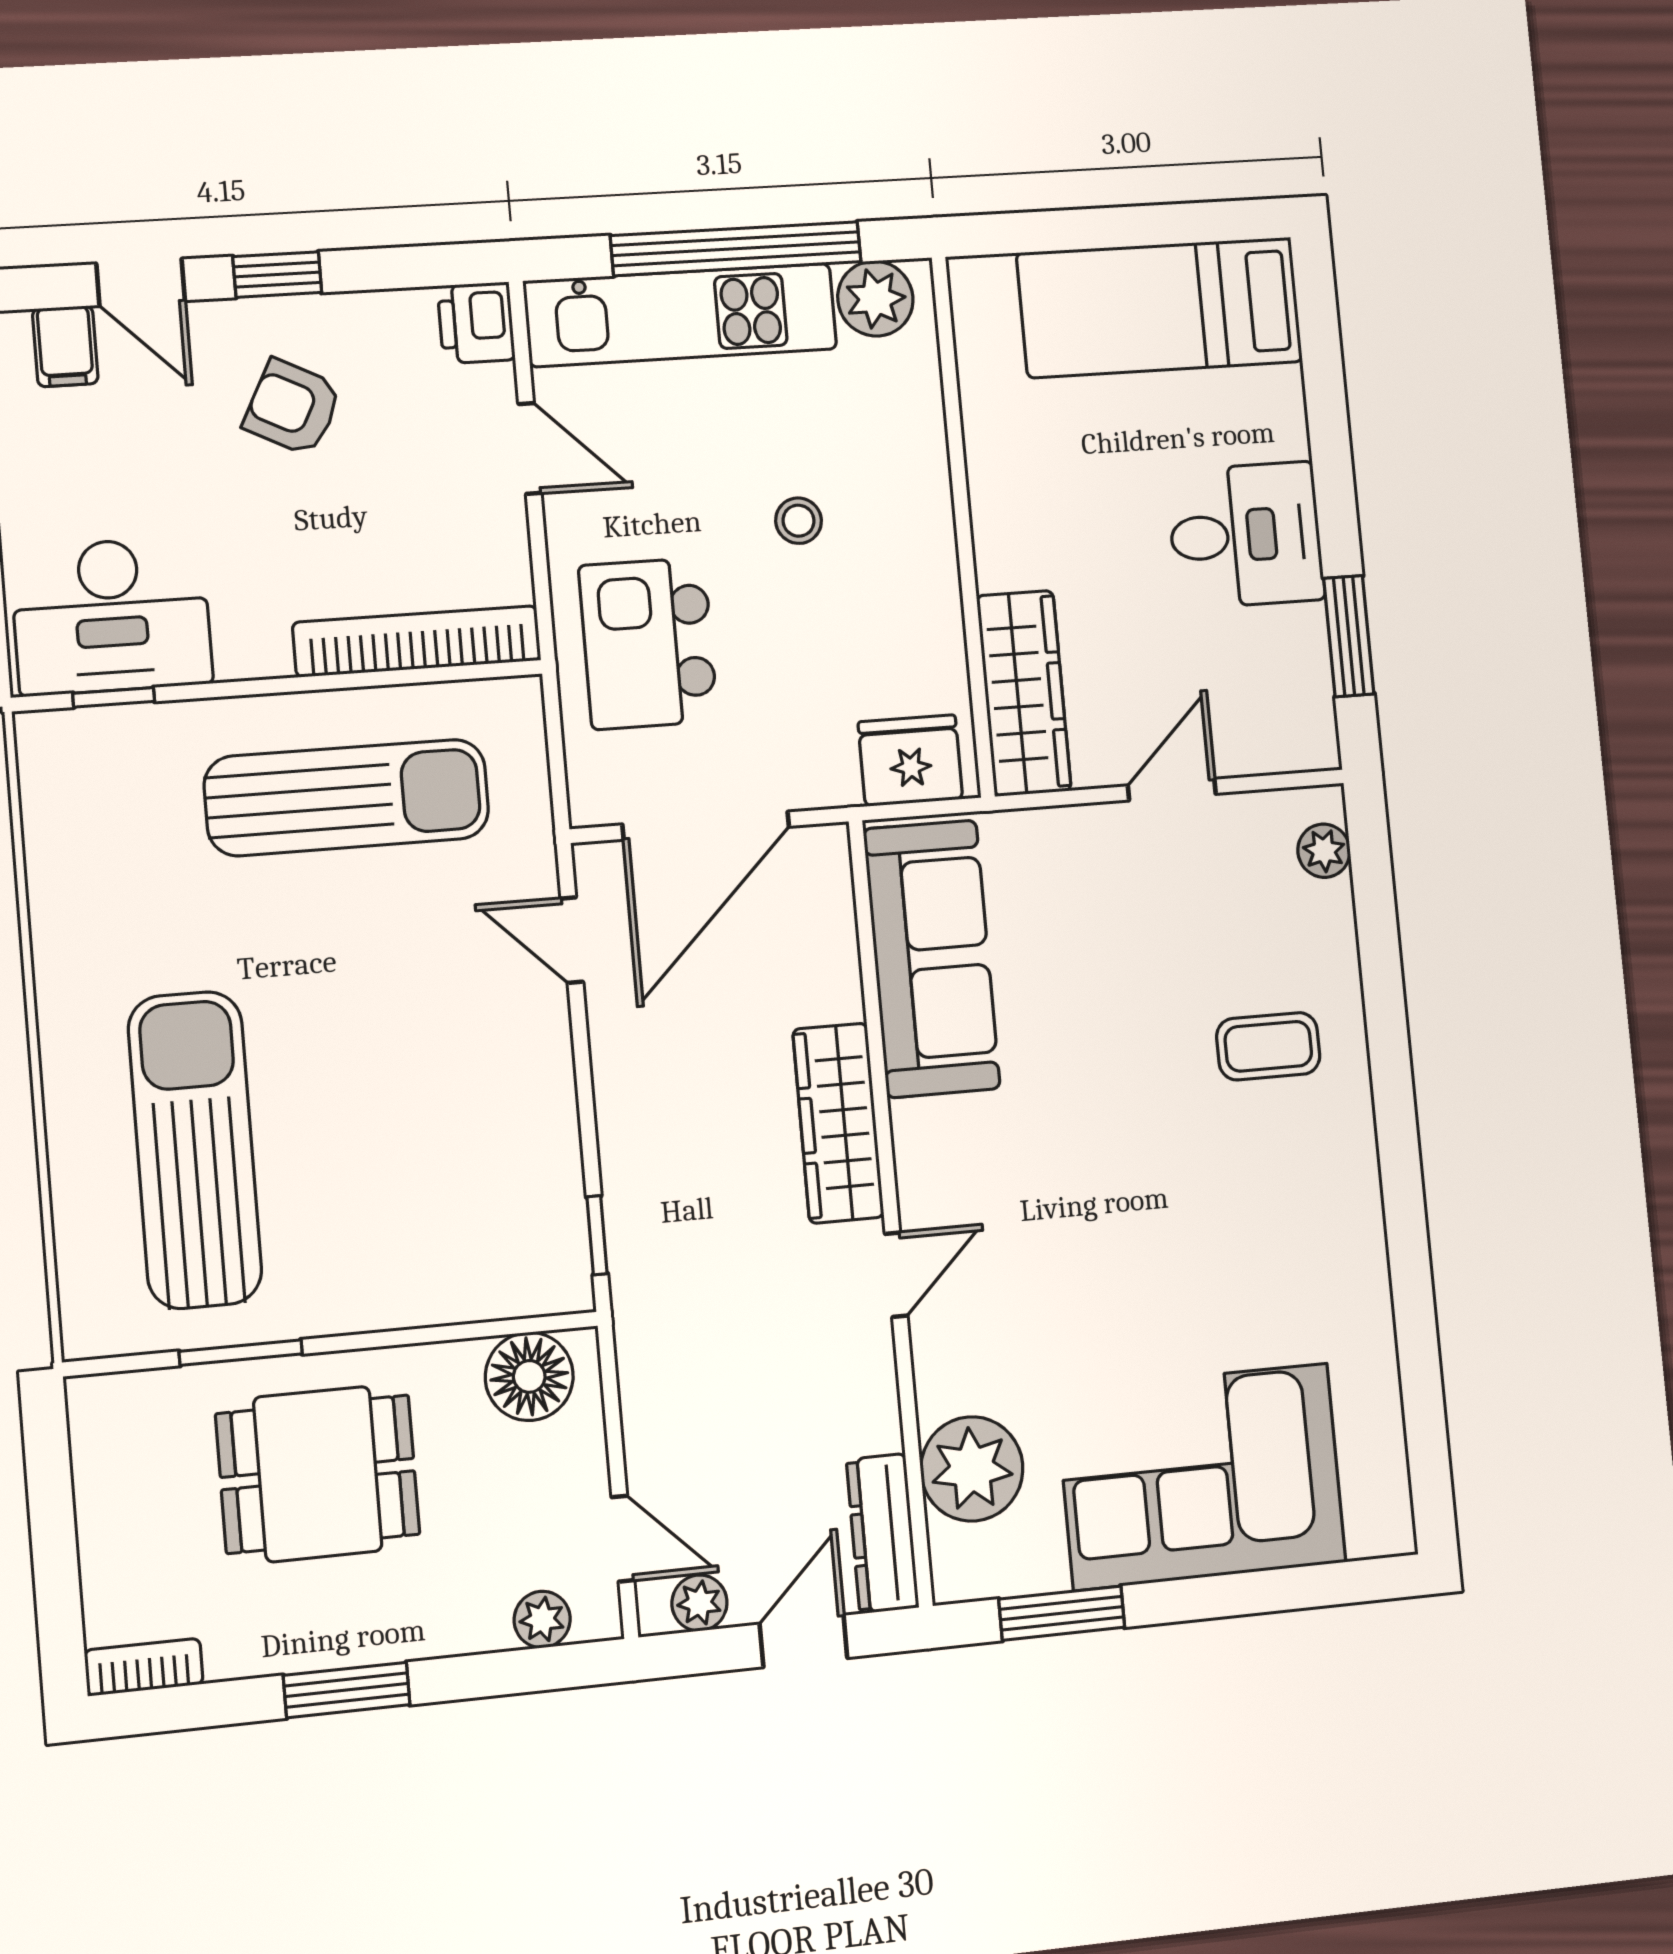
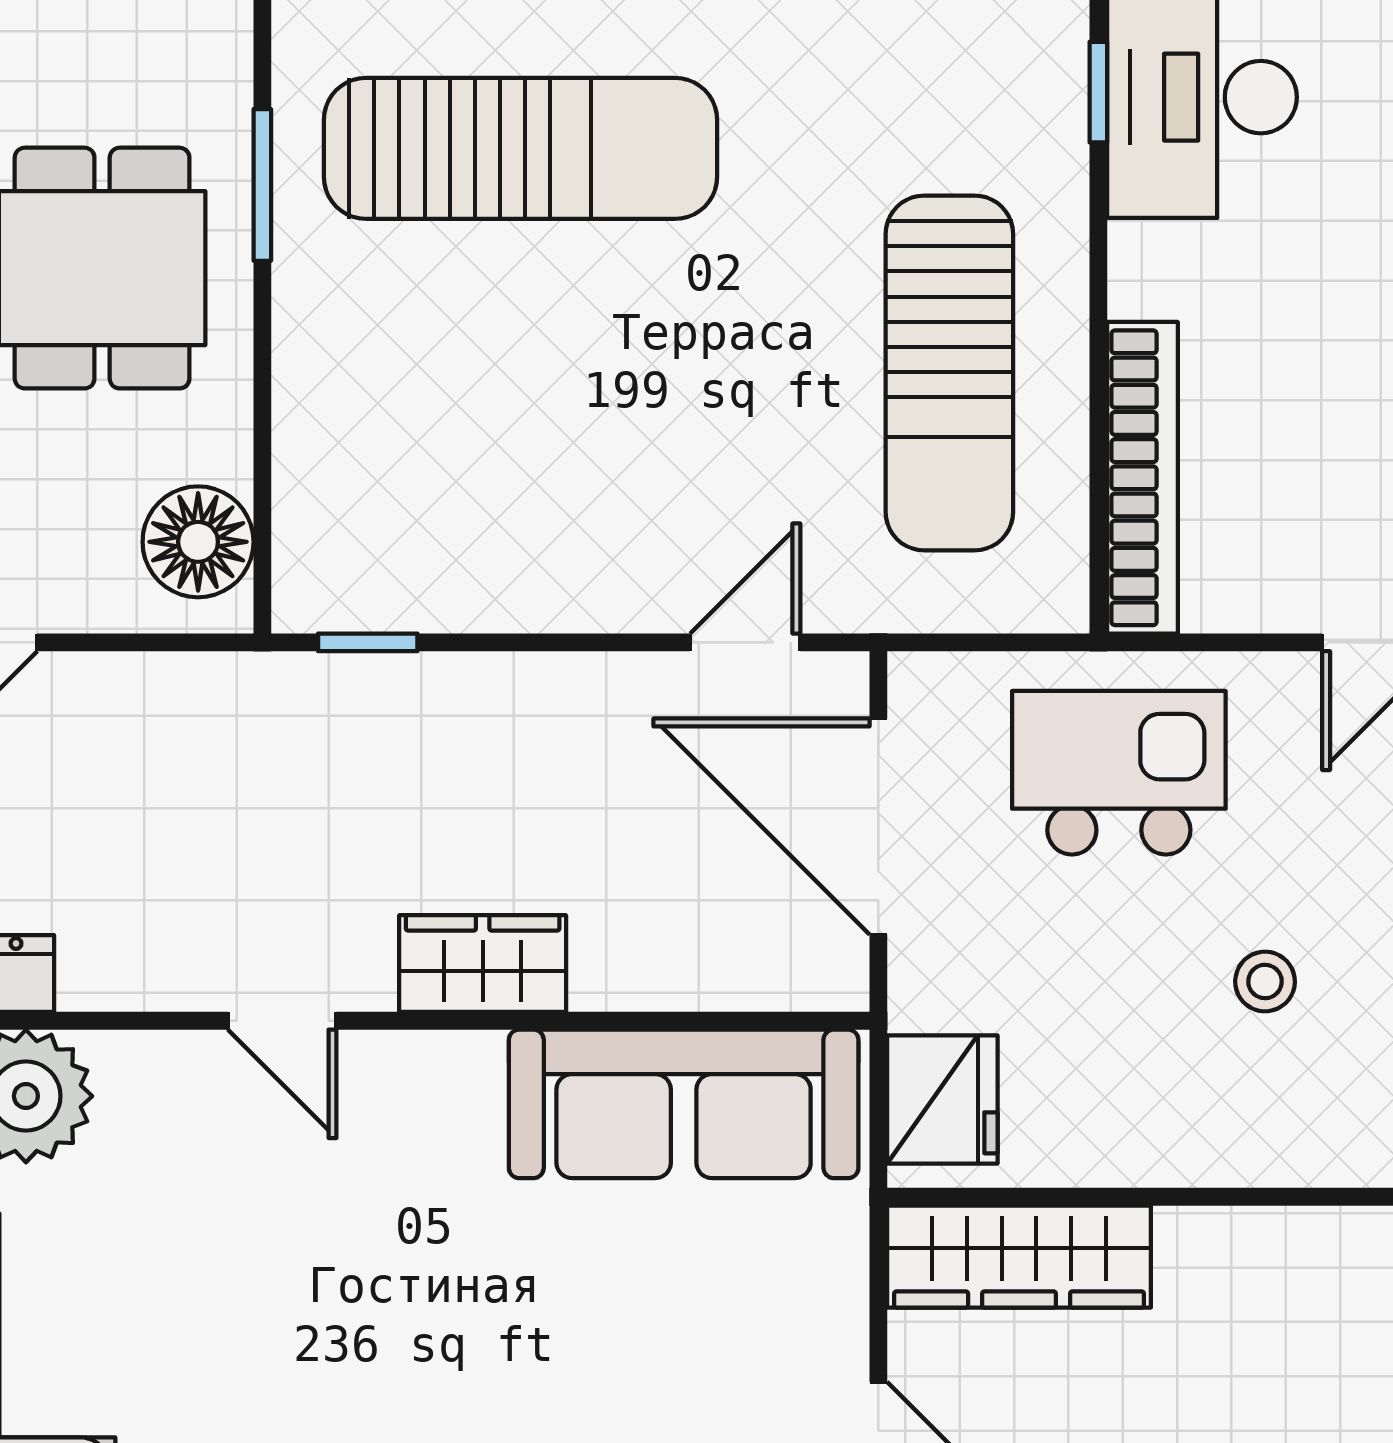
wardrobe: (838, 1123) -> (483, 964), width x0.67

